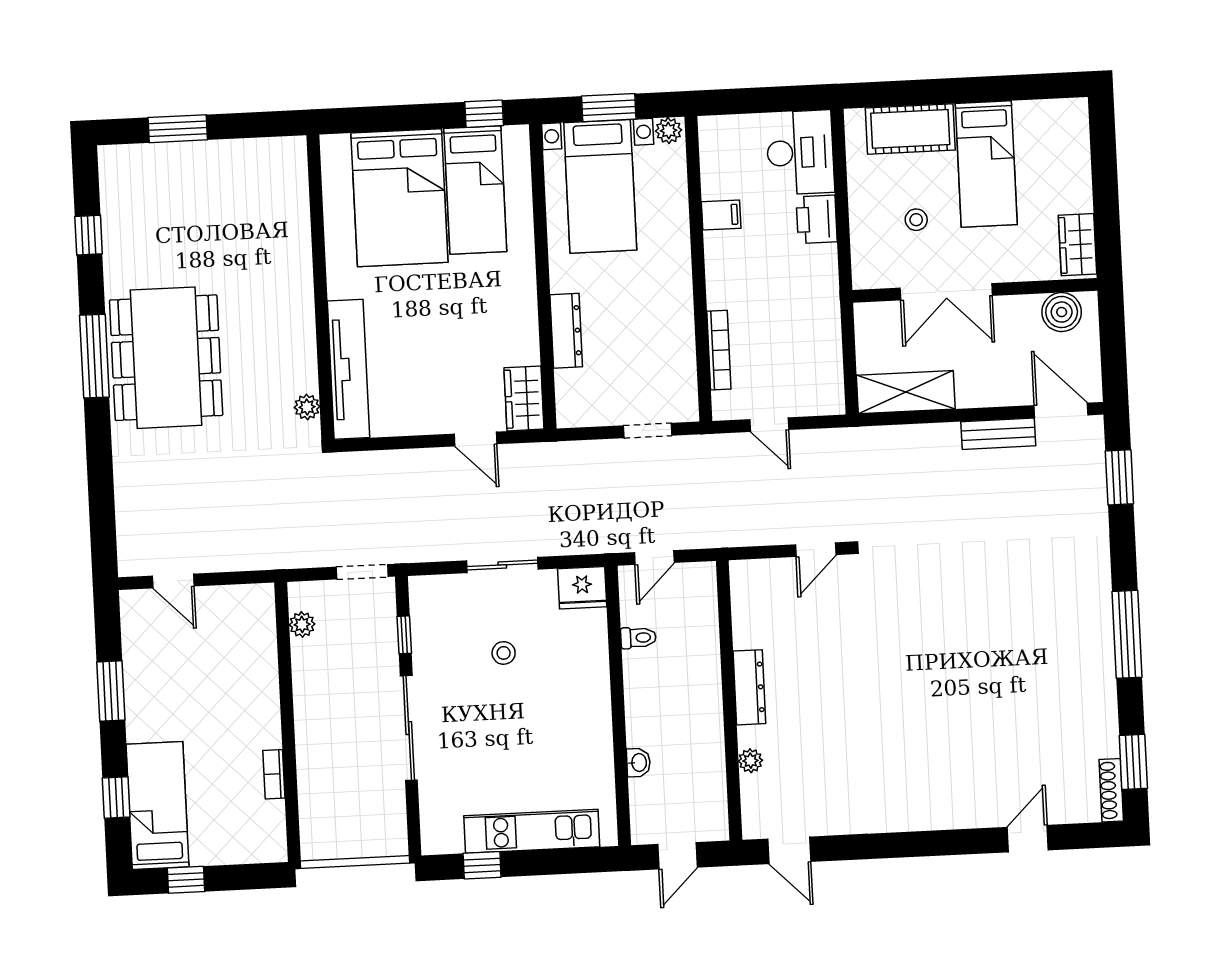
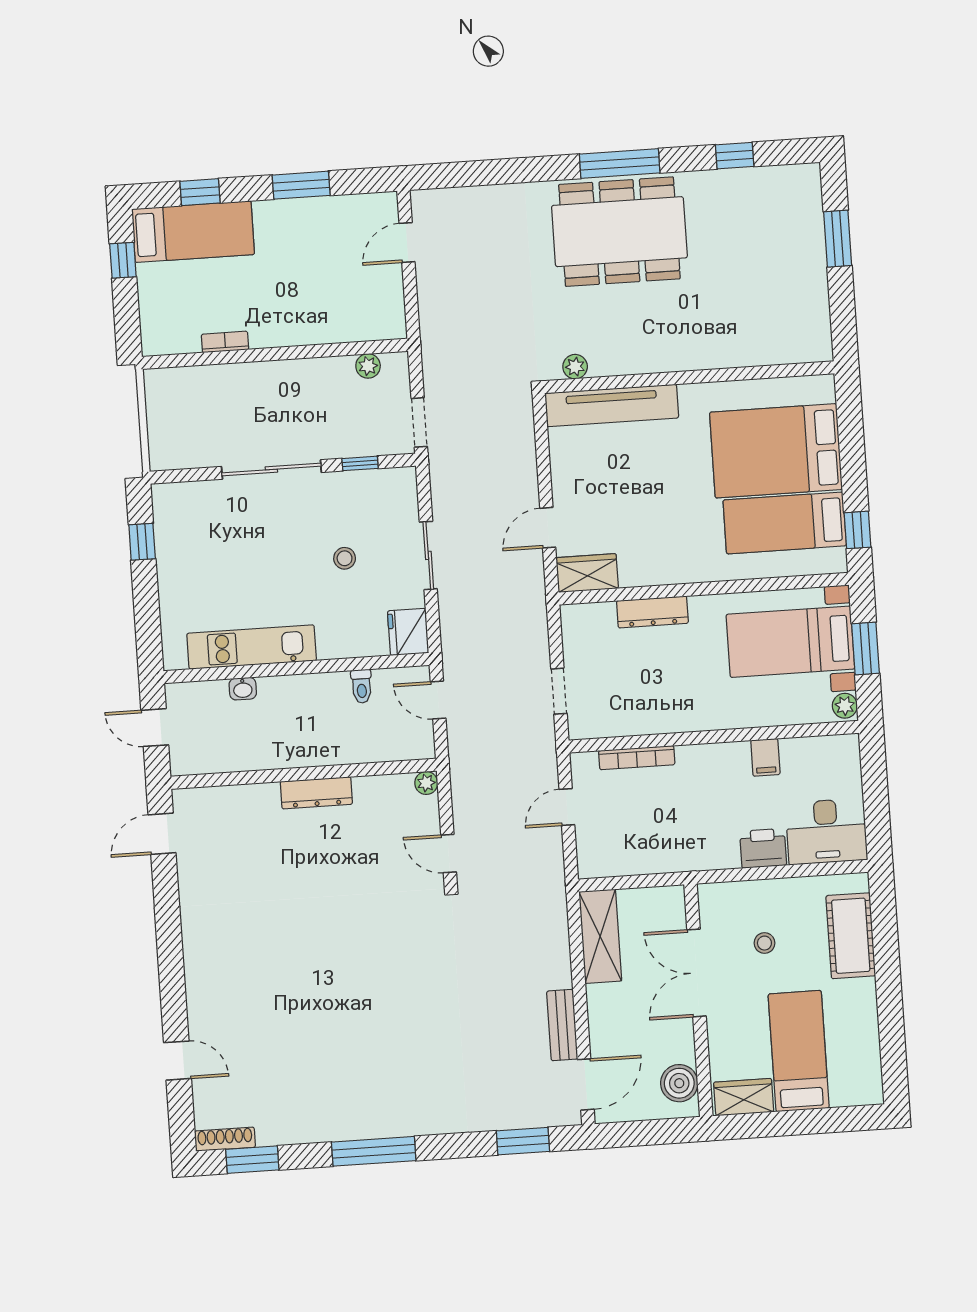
bed: (986, 164) -> (799, 1051), moved, turned 90
plant: (750, 761) -> (426, 783), moved
kitchen unit: (532, 831) -> (252, 647), moved, turned -90

